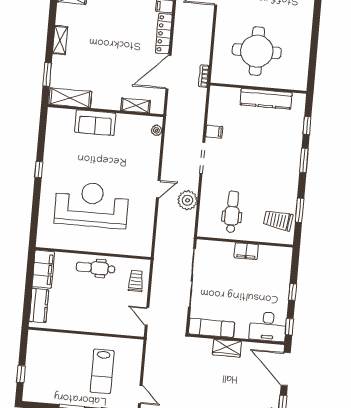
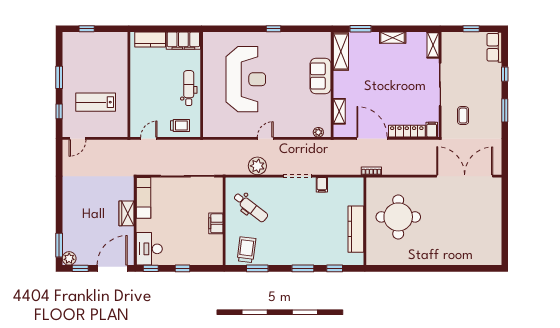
door: (158, 189) -> (265, 138), swing flipped
dental chair: (232, 212) -> (251, 207), turned 38

